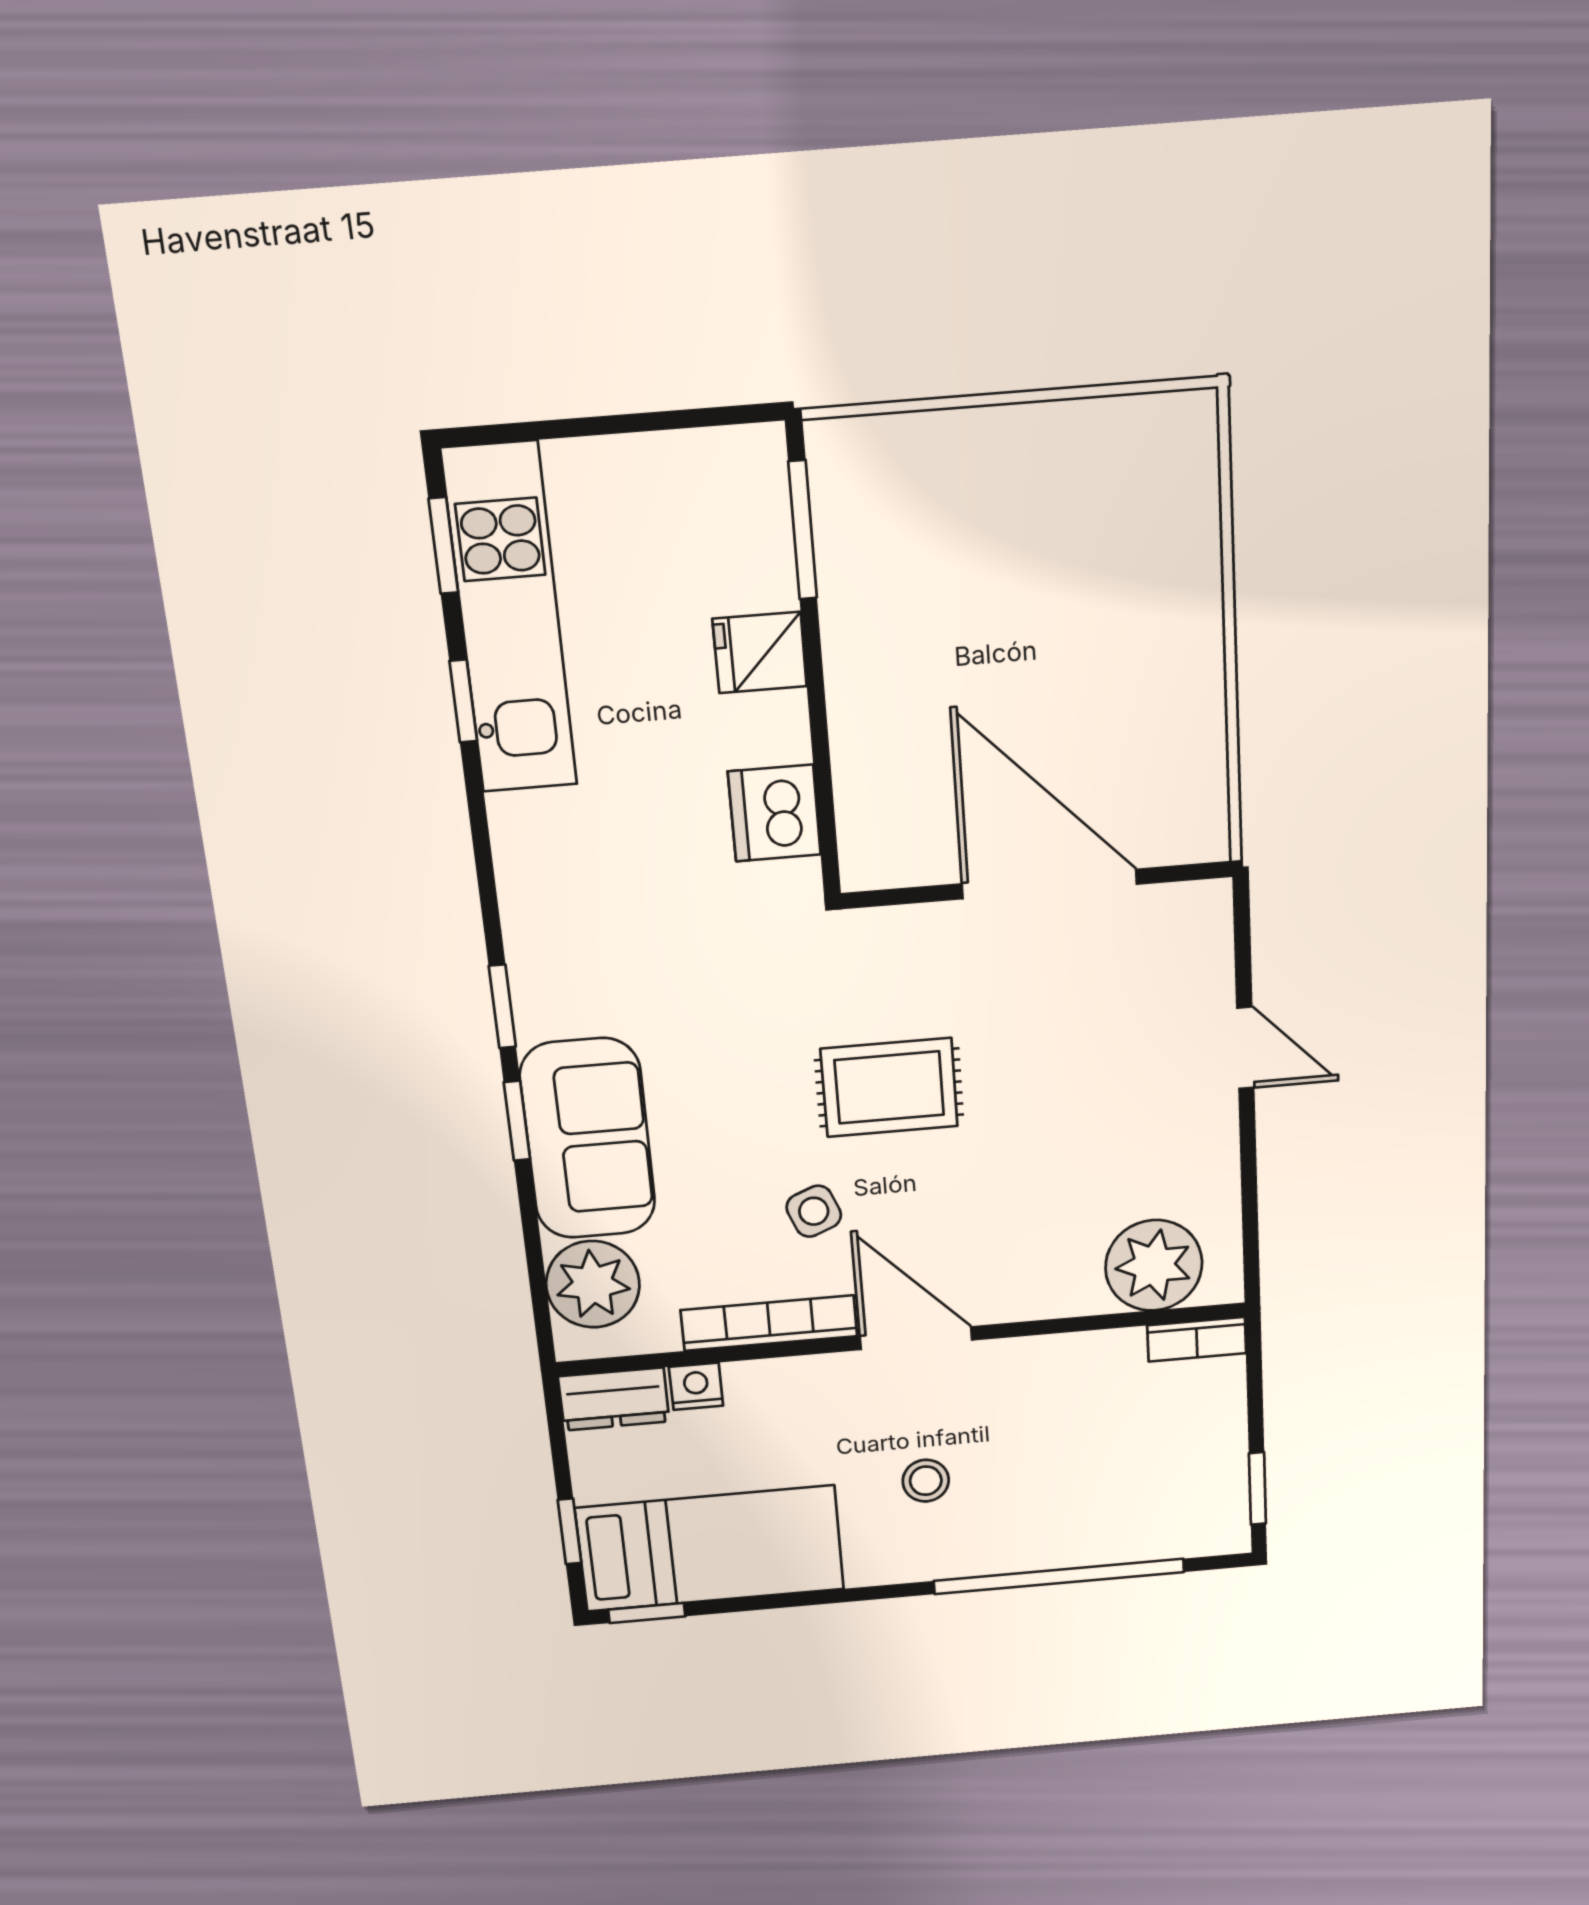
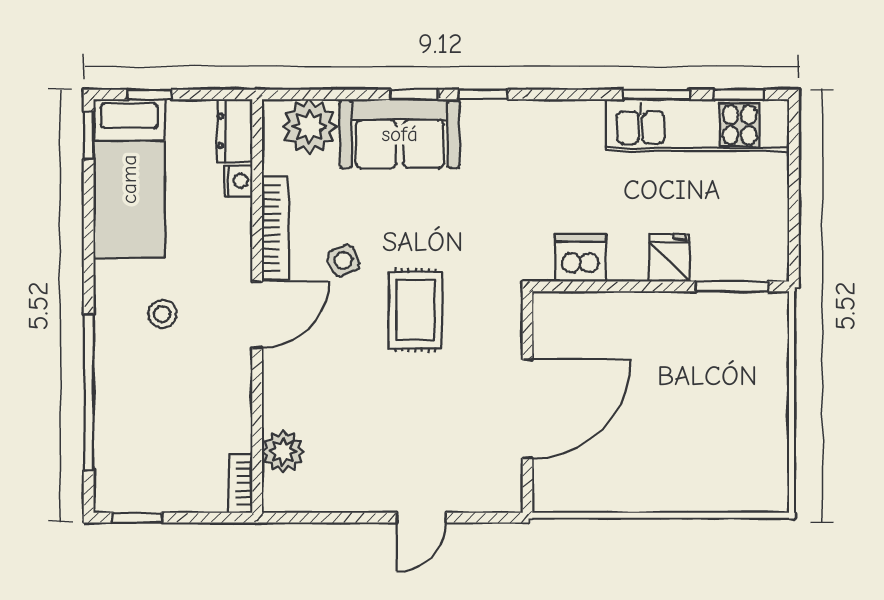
window: (463, 701) -> (656, 94), width x1.50
plant: (1154, 1265) -> (283, 451), width x0.73, depth x0.73

